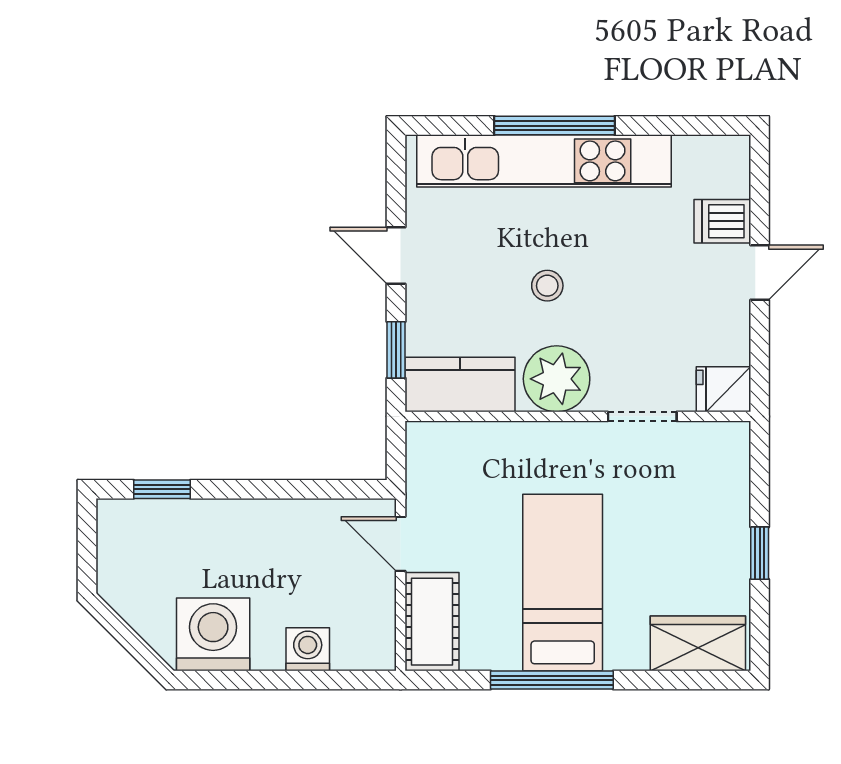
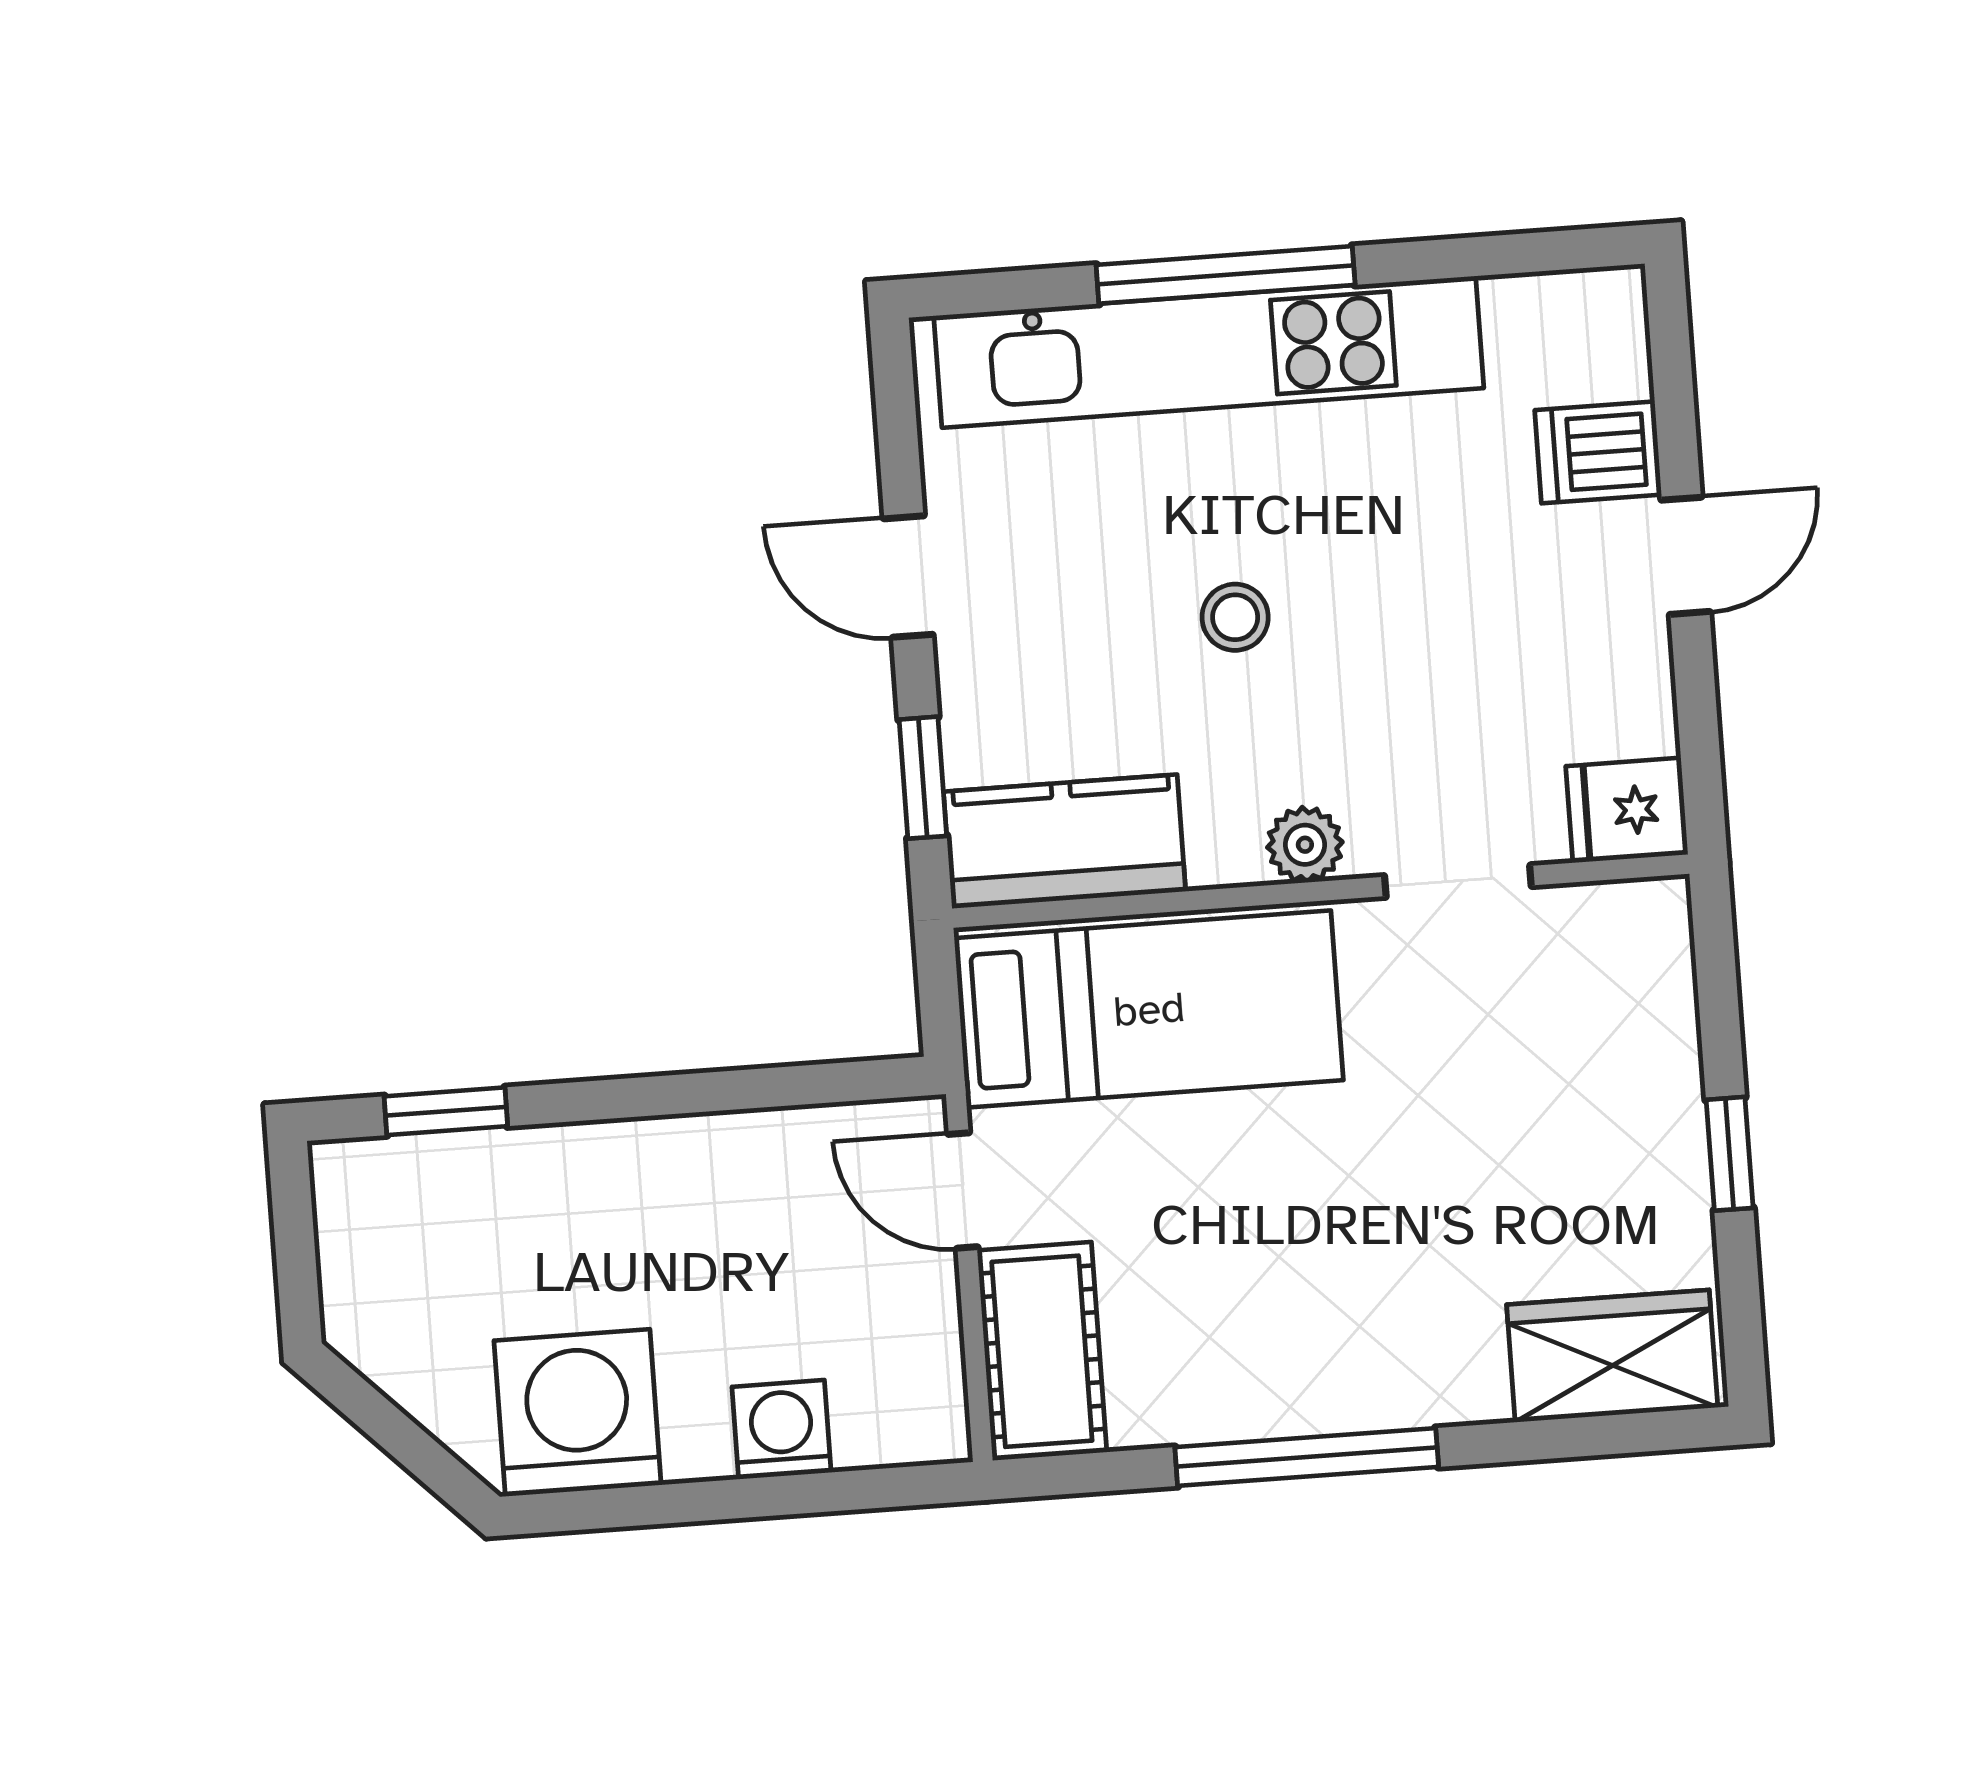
plant: (557, 379) -> (1305, 845), width x0.53, depth x0.53
bed: (563, 583) -> (1149, 1009), moved, turned 90

